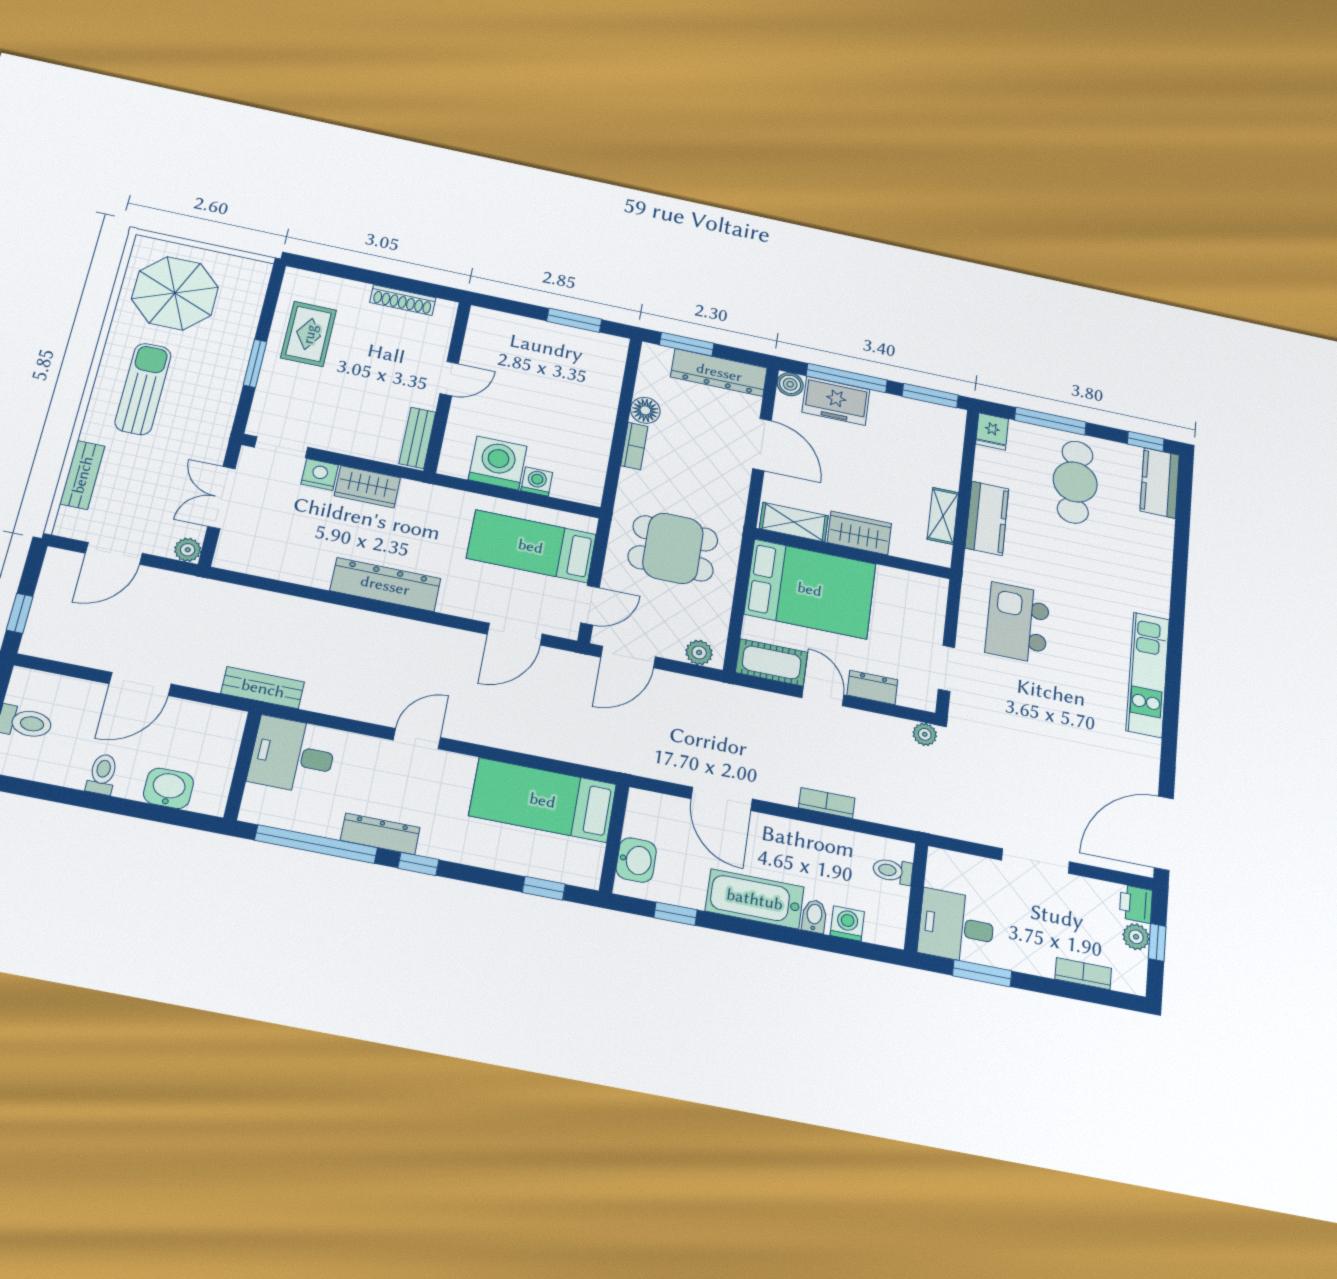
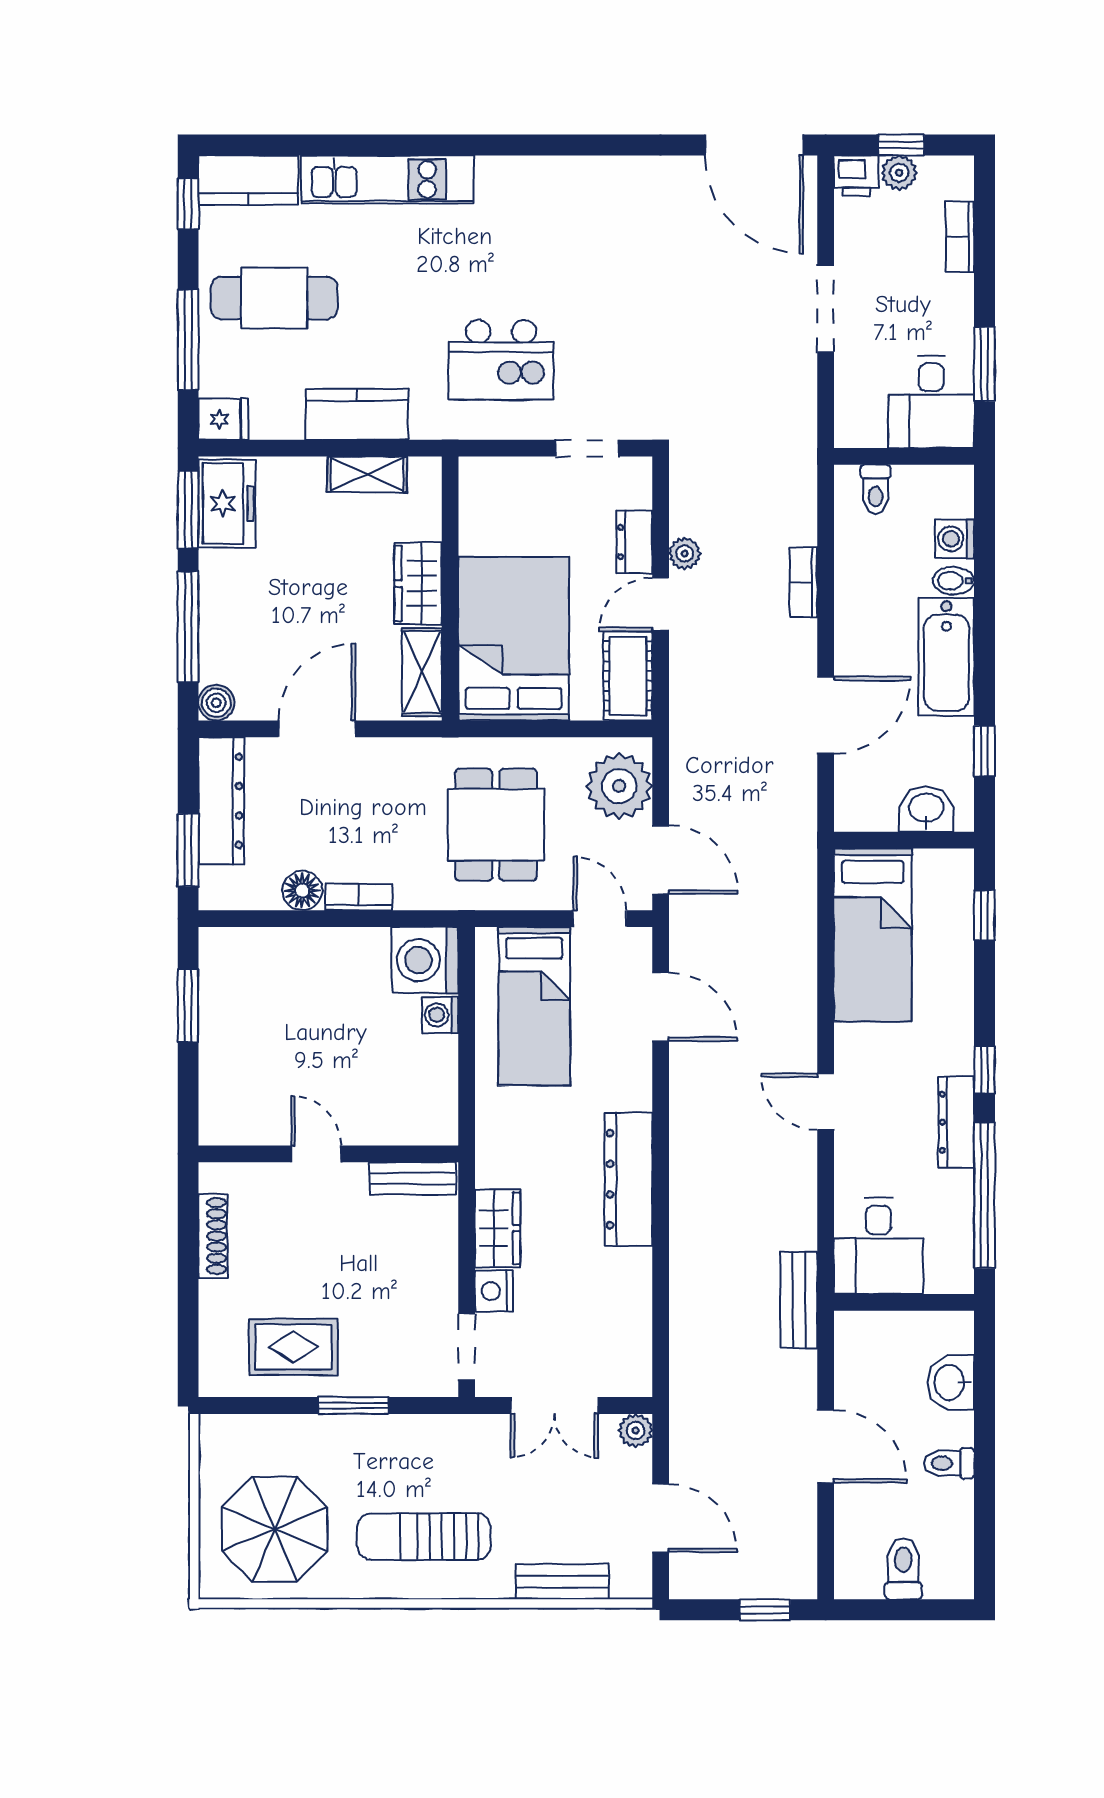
freezer: (836, 401) -> (227, 504), moved
washing machine: (498, 463) -> (425, 960), moved
plant: (699, 652) -> (619, 786), width x1.87, depth x1.87
kitchen unit: (1148, 675) -> (387, 180), moved
plant: (925, 734) -> (685, 553), moved

